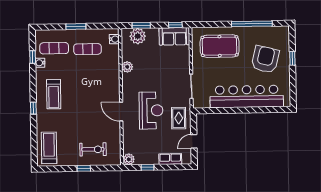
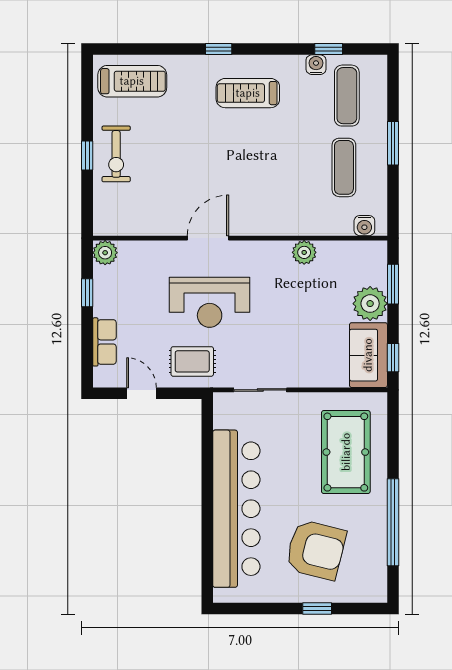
plant: (138, 36) -> (370, 304), moved
exercise bike: (93, 149) -> (116, 154), moved

